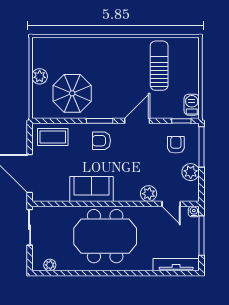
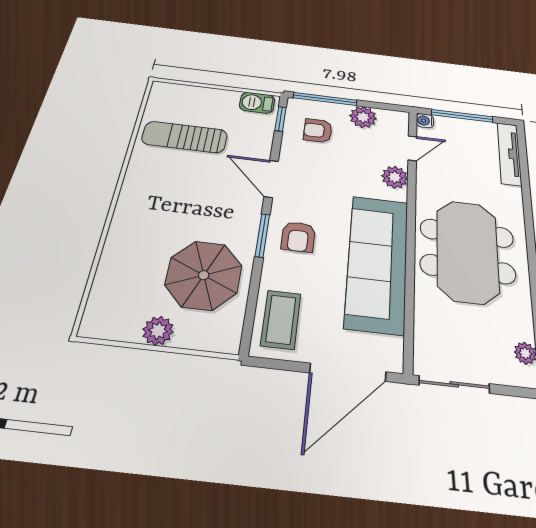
sofa: (92, 189) -> (377, 262), width x1.85, depth x1.27

